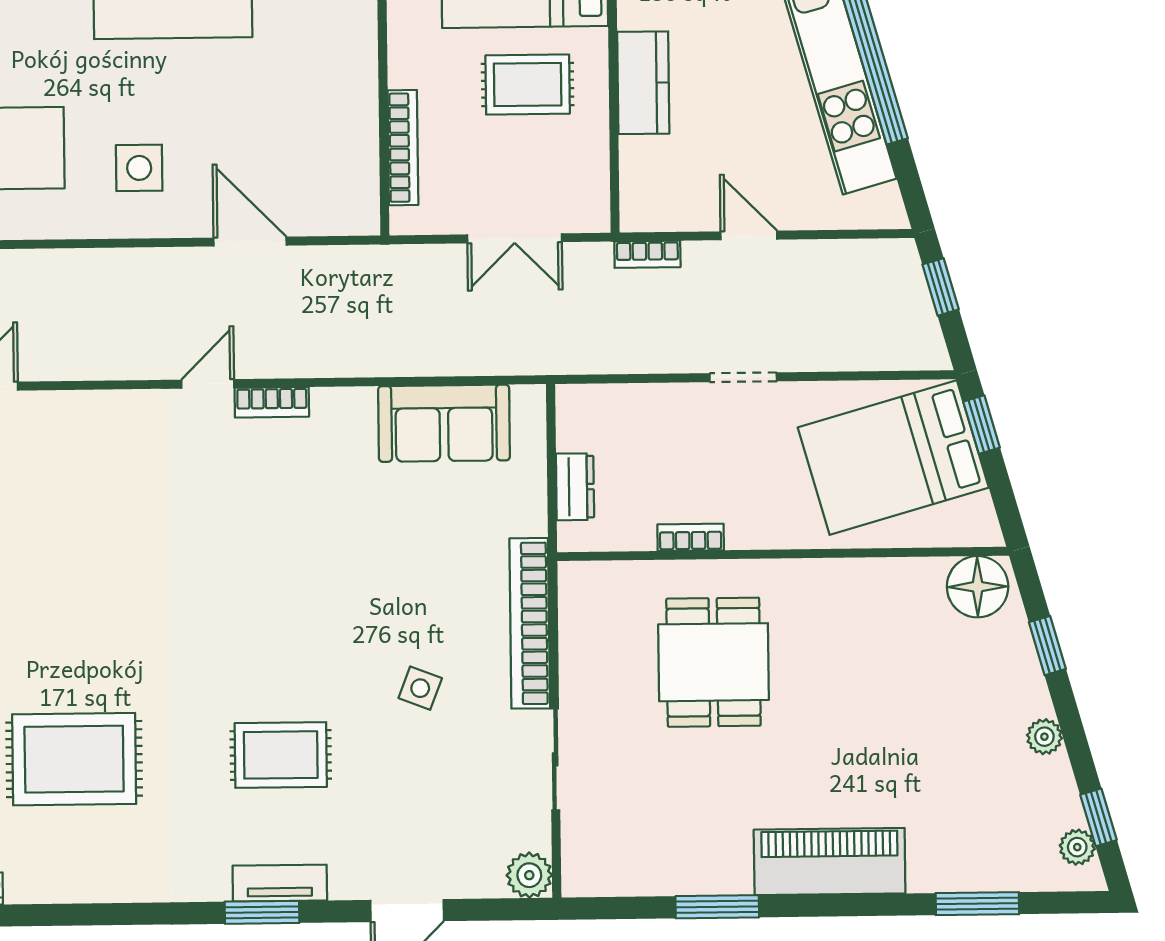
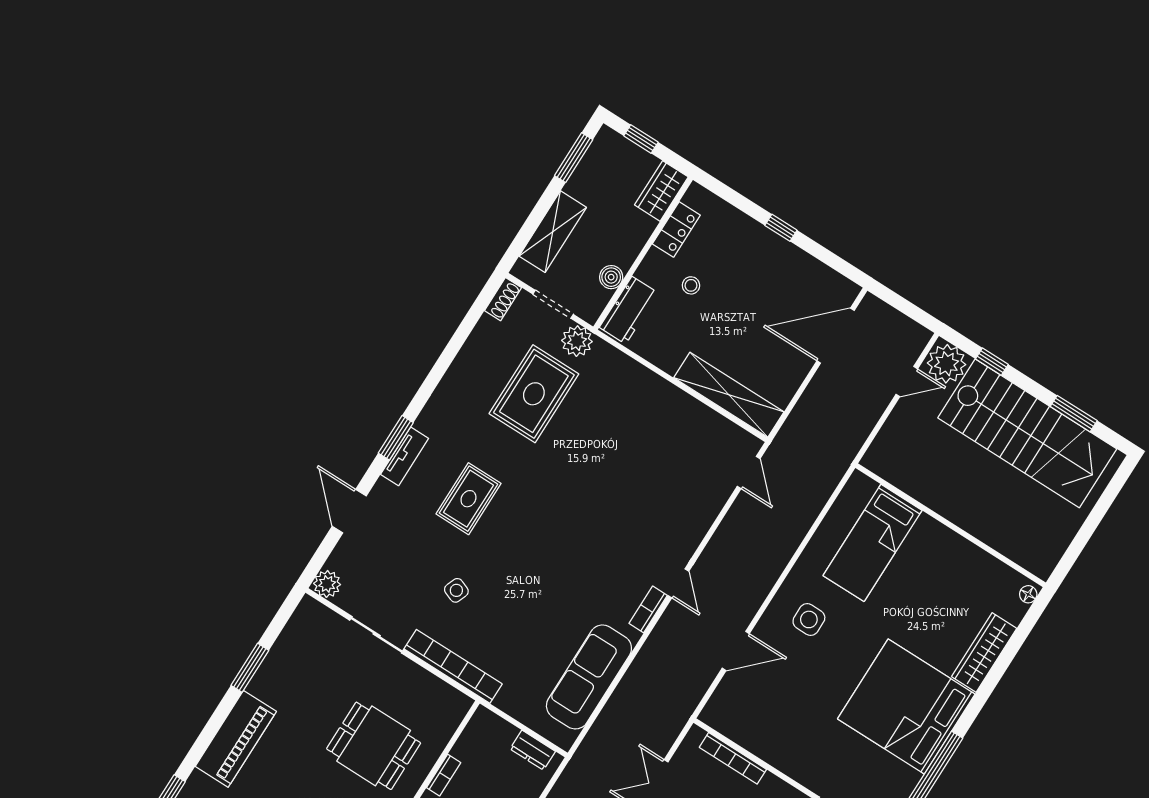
sofa: (444, 423) -> (589, 677), width x1.36
dresser: (575, 487) -> (533, 750), moved

